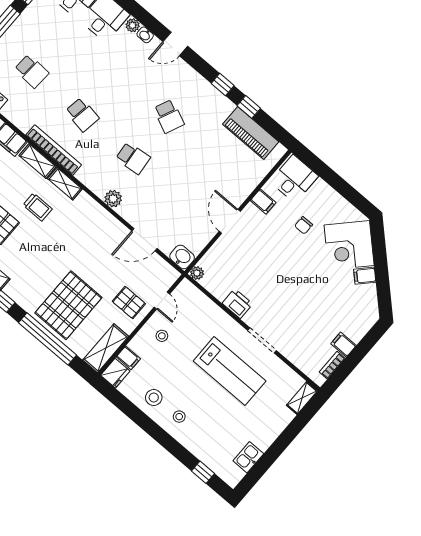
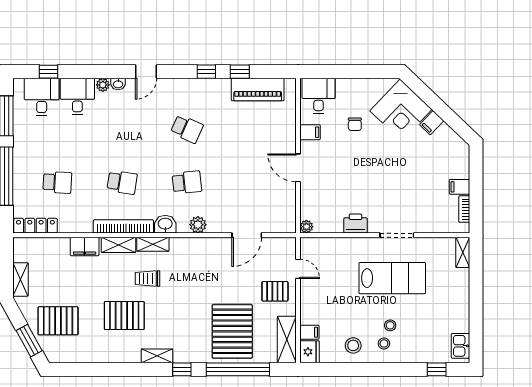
trolley: (38, 207) -> (148, 279), turned 180
washbasin: (182, 257) -> (165, 224), moved
stool: (162, 336) -> (390, 325), moved
kitchen sink: (248, 457) -> (460, 346), moved

